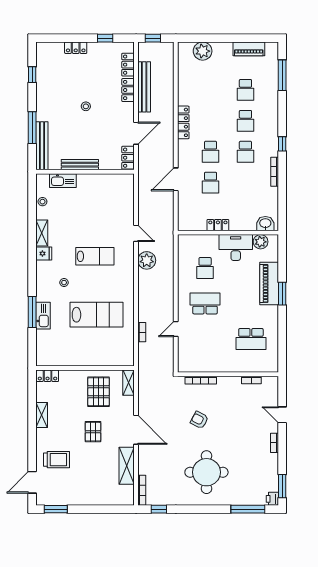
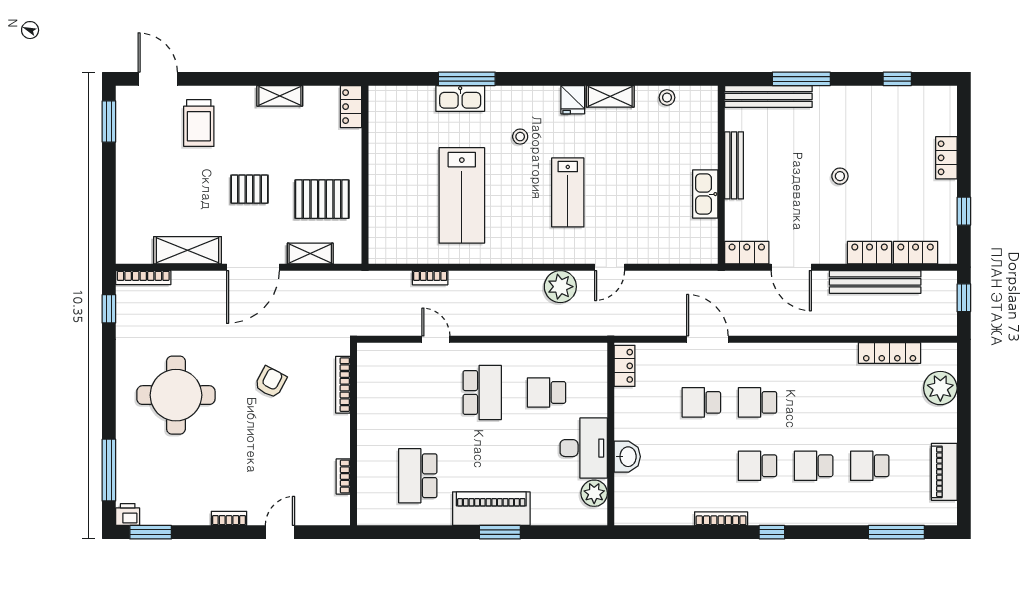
locker: (183, 122) -> (890, 353), moved
kitchen sink: (63, 181) -> (705, 194), moved
washbasin: (265, 224) -> (627, 457), moved
locker: (218, 225) -> (625, 366), moved
piano: (269, 284) -> (491, 509), moved
shelving: (128, 383) -> (310, 253), moved

